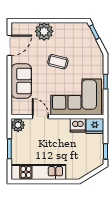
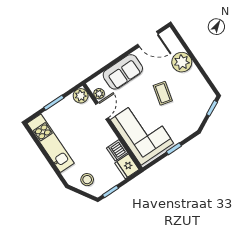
plant: (26, 110) -> (99, 94), added
stool: (85, 163) -> (87, 180), added

